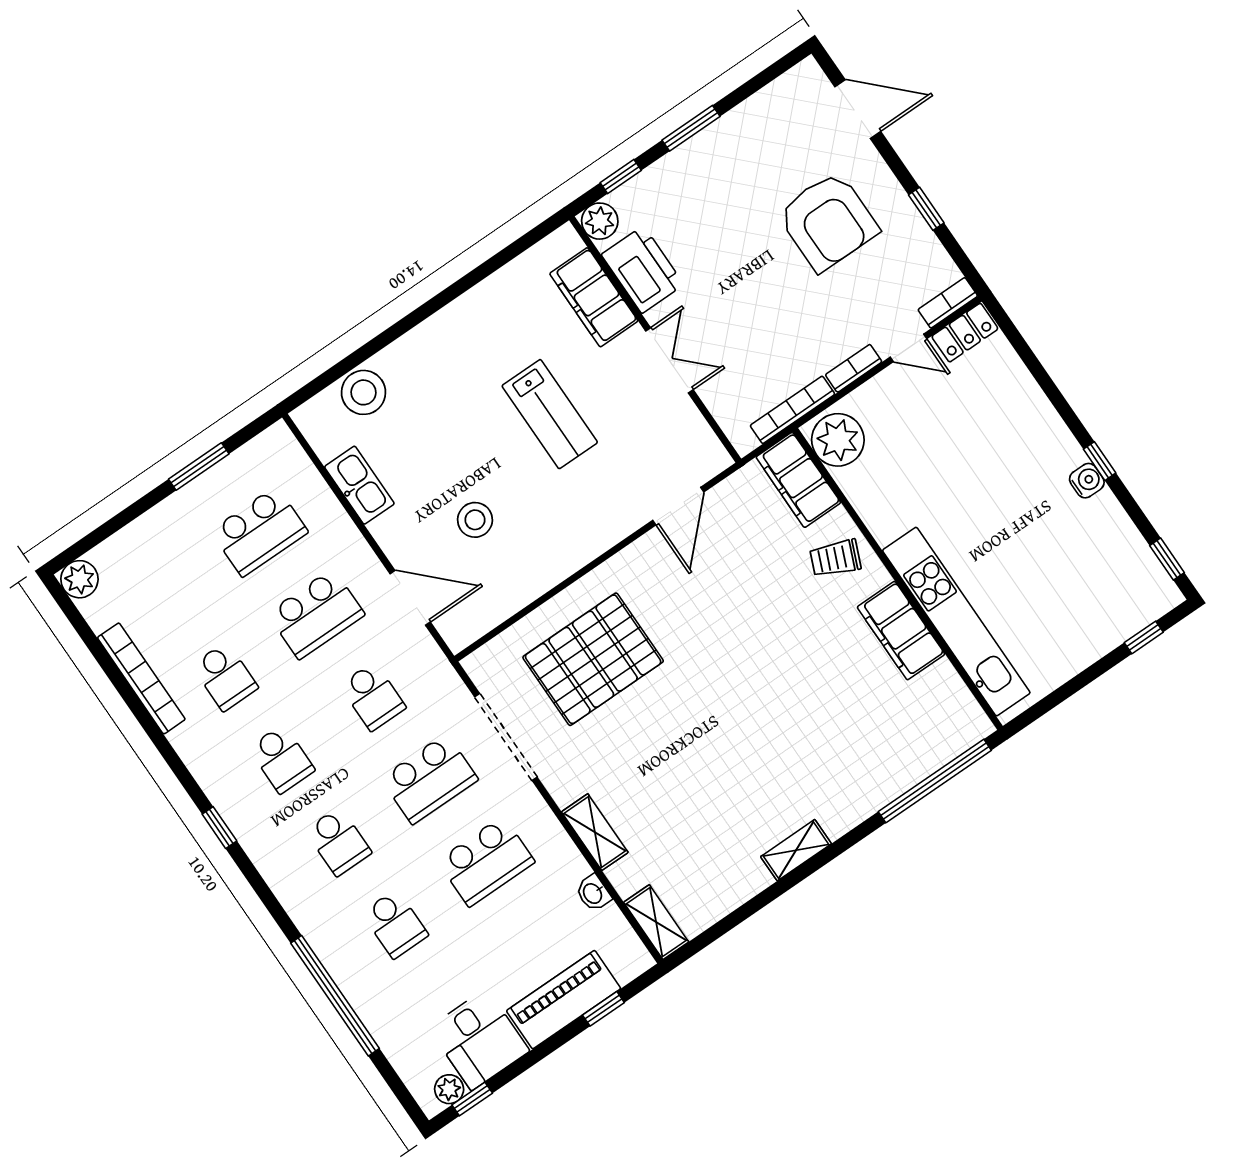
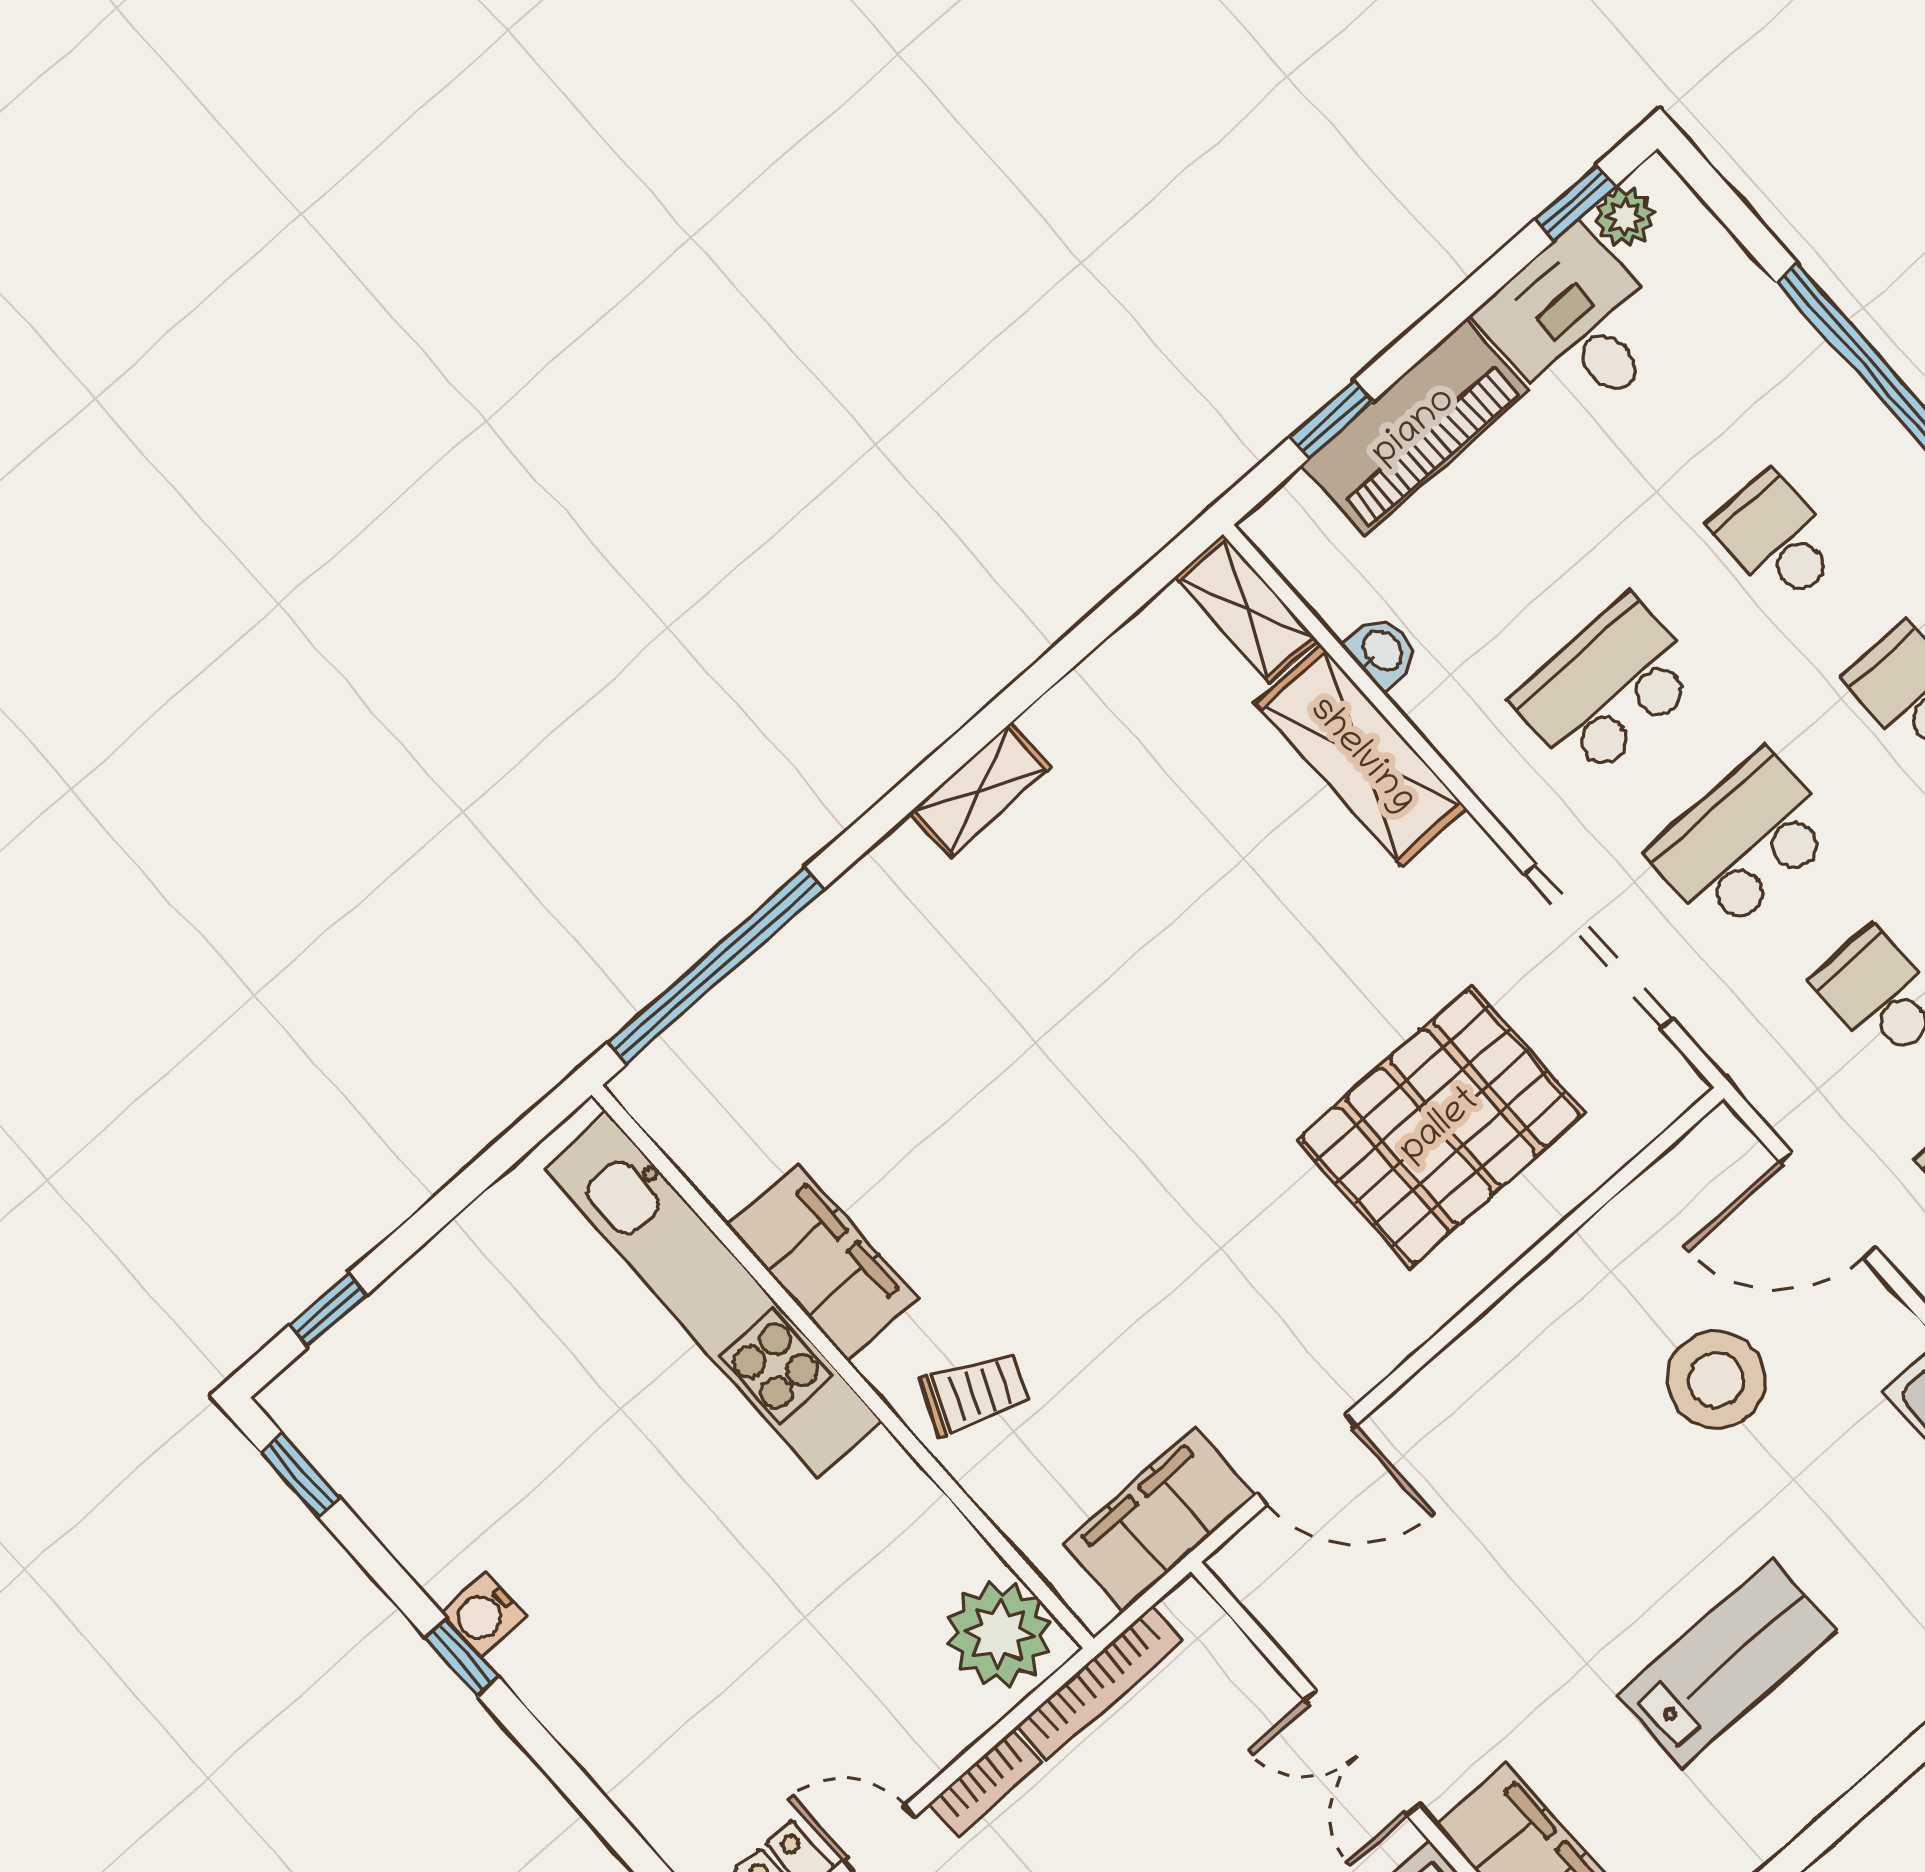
lab bench: (550, 414) -> (1727, 1663), moved, turned 90
filing cabinet: (798, 480) -> (1159, 1520), moved, turned -90
door: (678, 506) -> (1307, 1459), swing flipped
stool: (475, 520) -> (1716, 1380), width x1.38, depth x1.38
shelving: (595, 832) -> (1361, 756), width x1.50, depth x1.33

